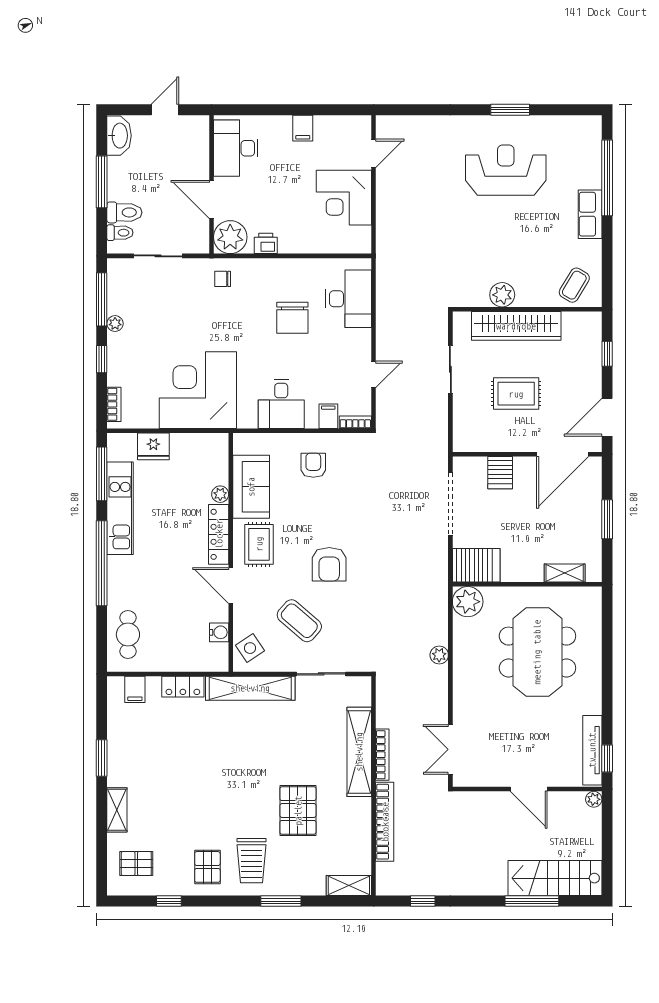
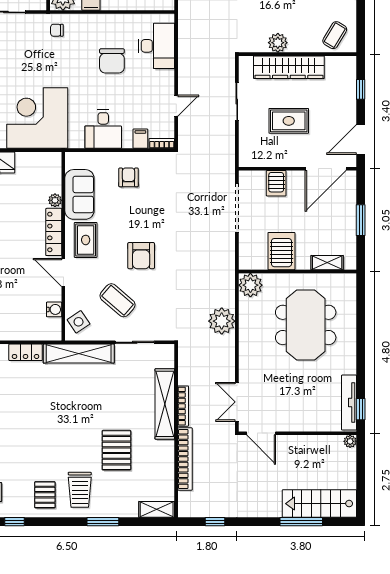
server rack: (476, 565) -> (281, 251), moved, turned -90
plant: (439, 655) -> (222, 321), width x1.88, depth x1.88
door: (529, 789) -> (261, 433), moved

